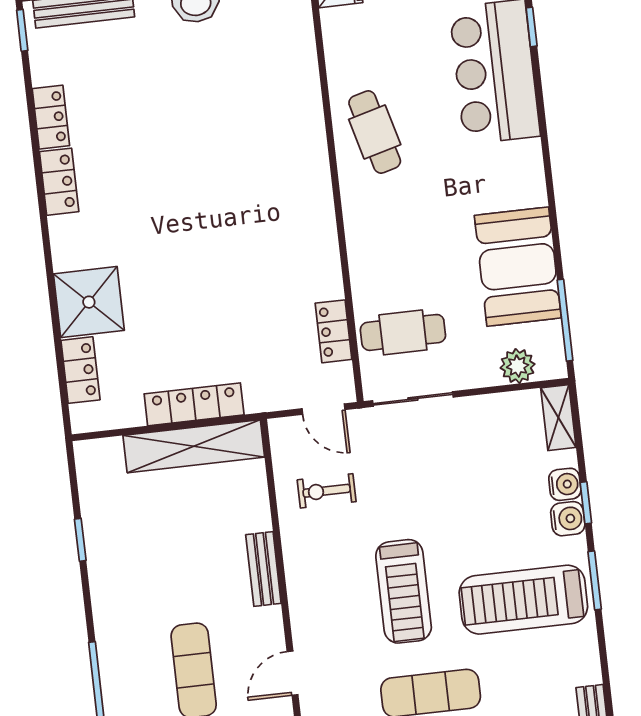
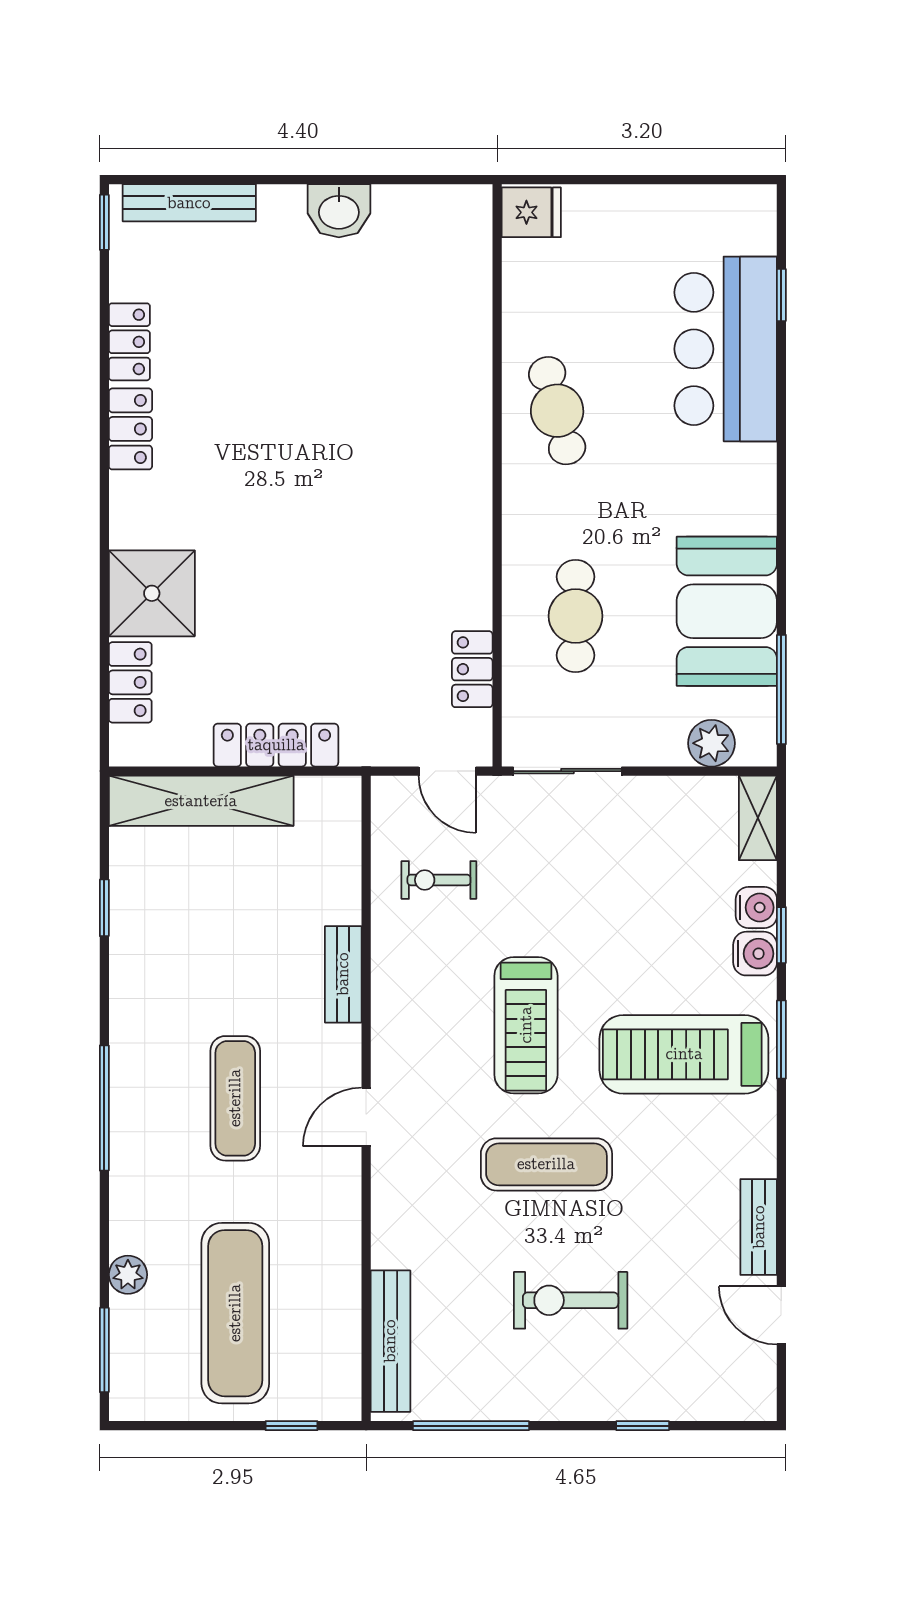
cafe table: (403, 332) -> (576, 616), moved, turned 90
shelving: (194, 446) -> (201, 801), moved

